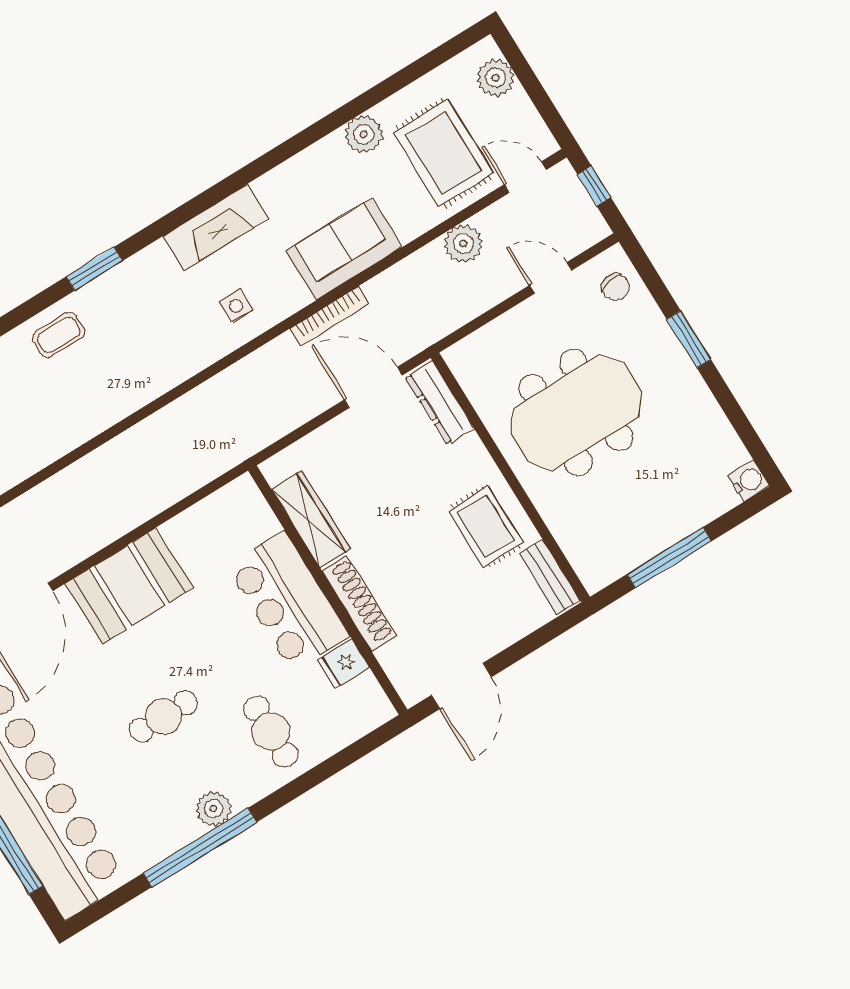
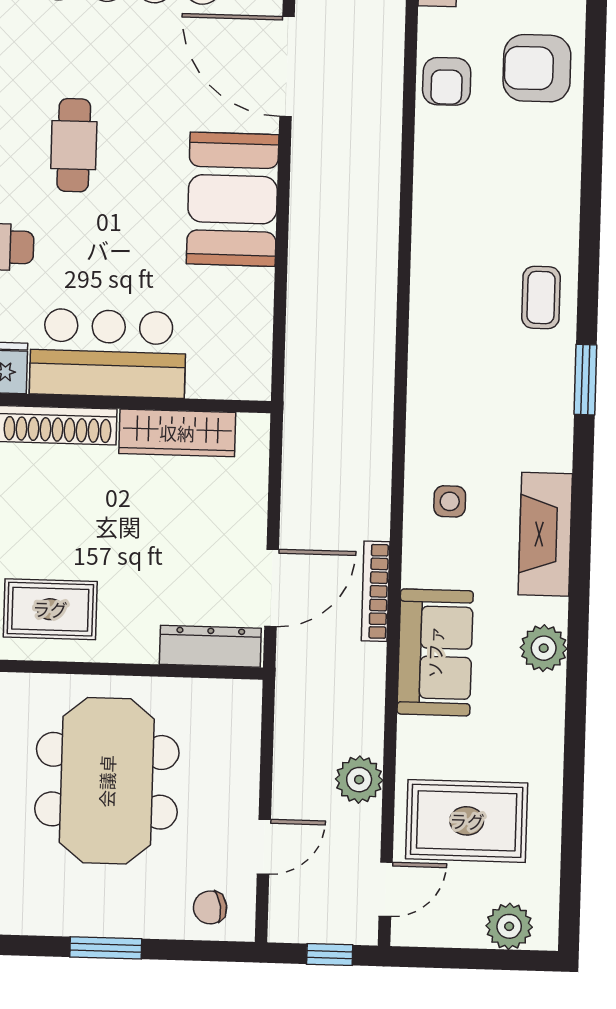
plant: (364, 134) -> (544, 648), moved

